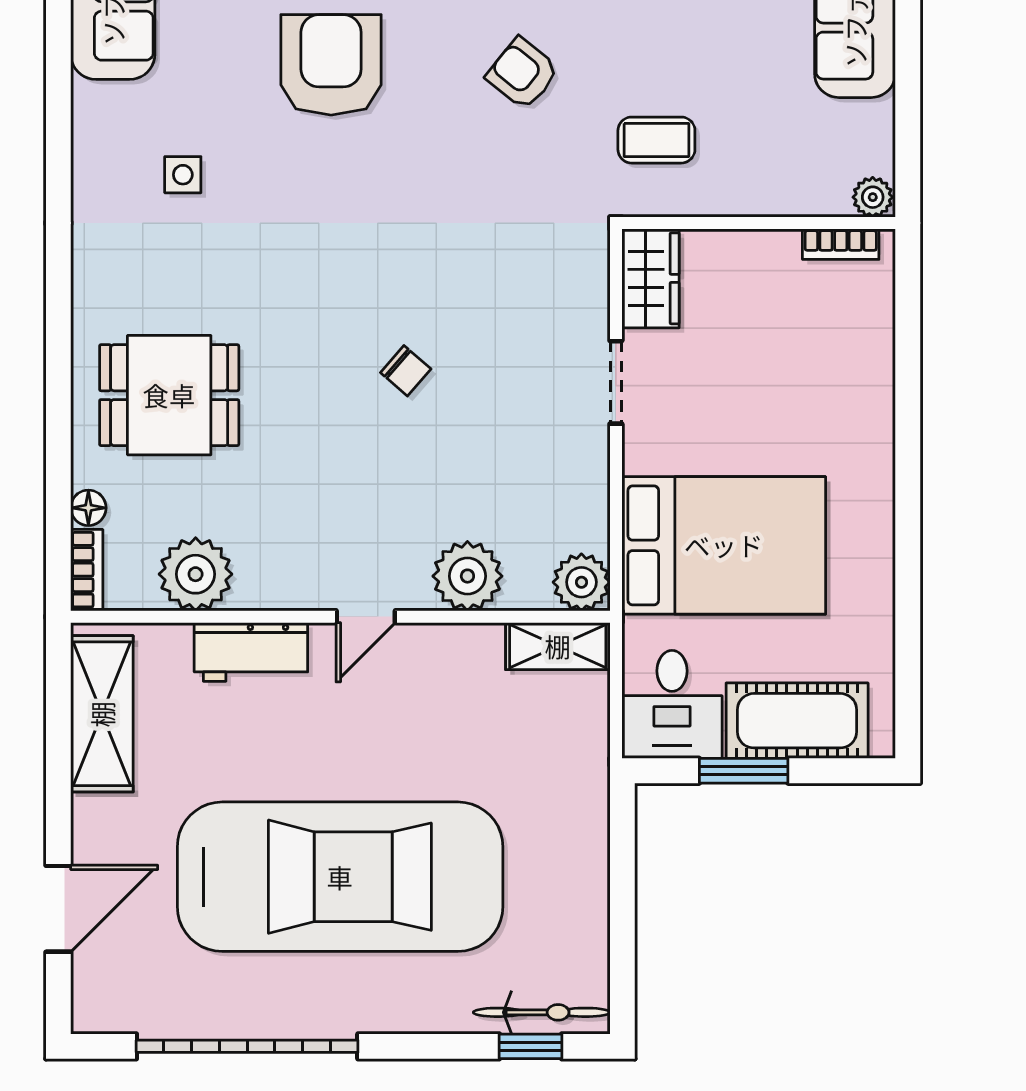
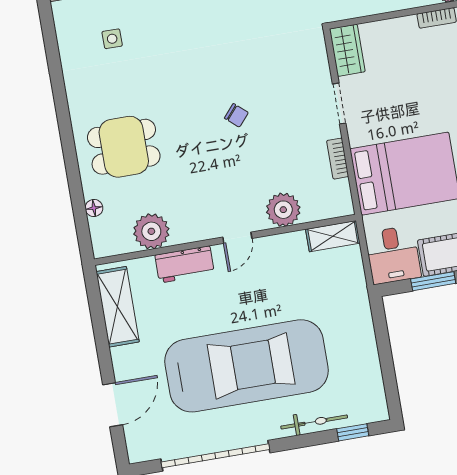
bookcase: (87, 570) -> (338, 159), moved, turned 180
plant: (581, 582) -> (339, 203), removed
bicycle: (542, 1012) -> (314, 422), moved

